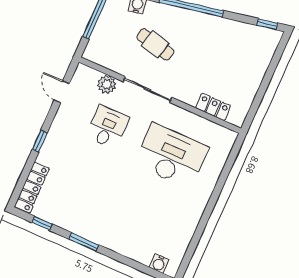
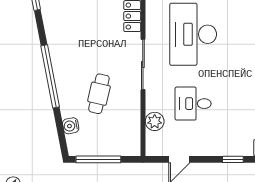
sliding door: (147, 90) -> (143, 65), moved

